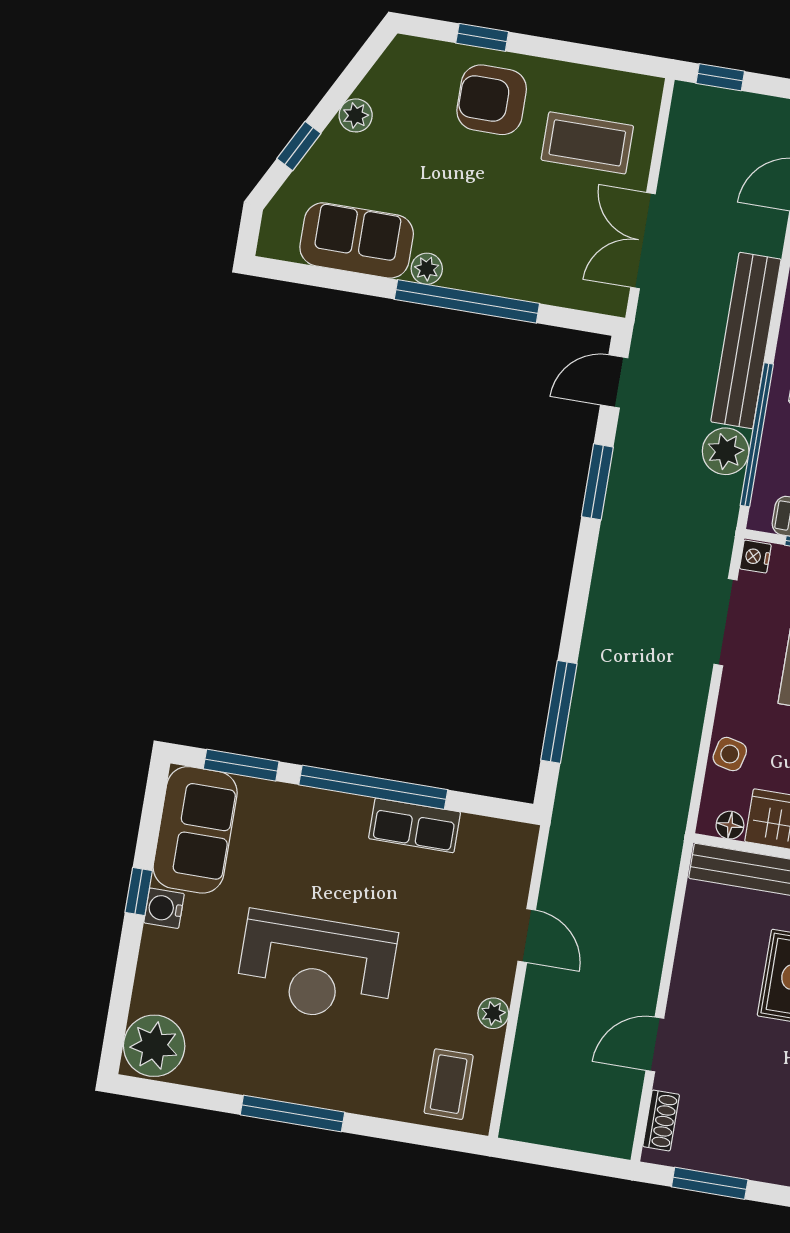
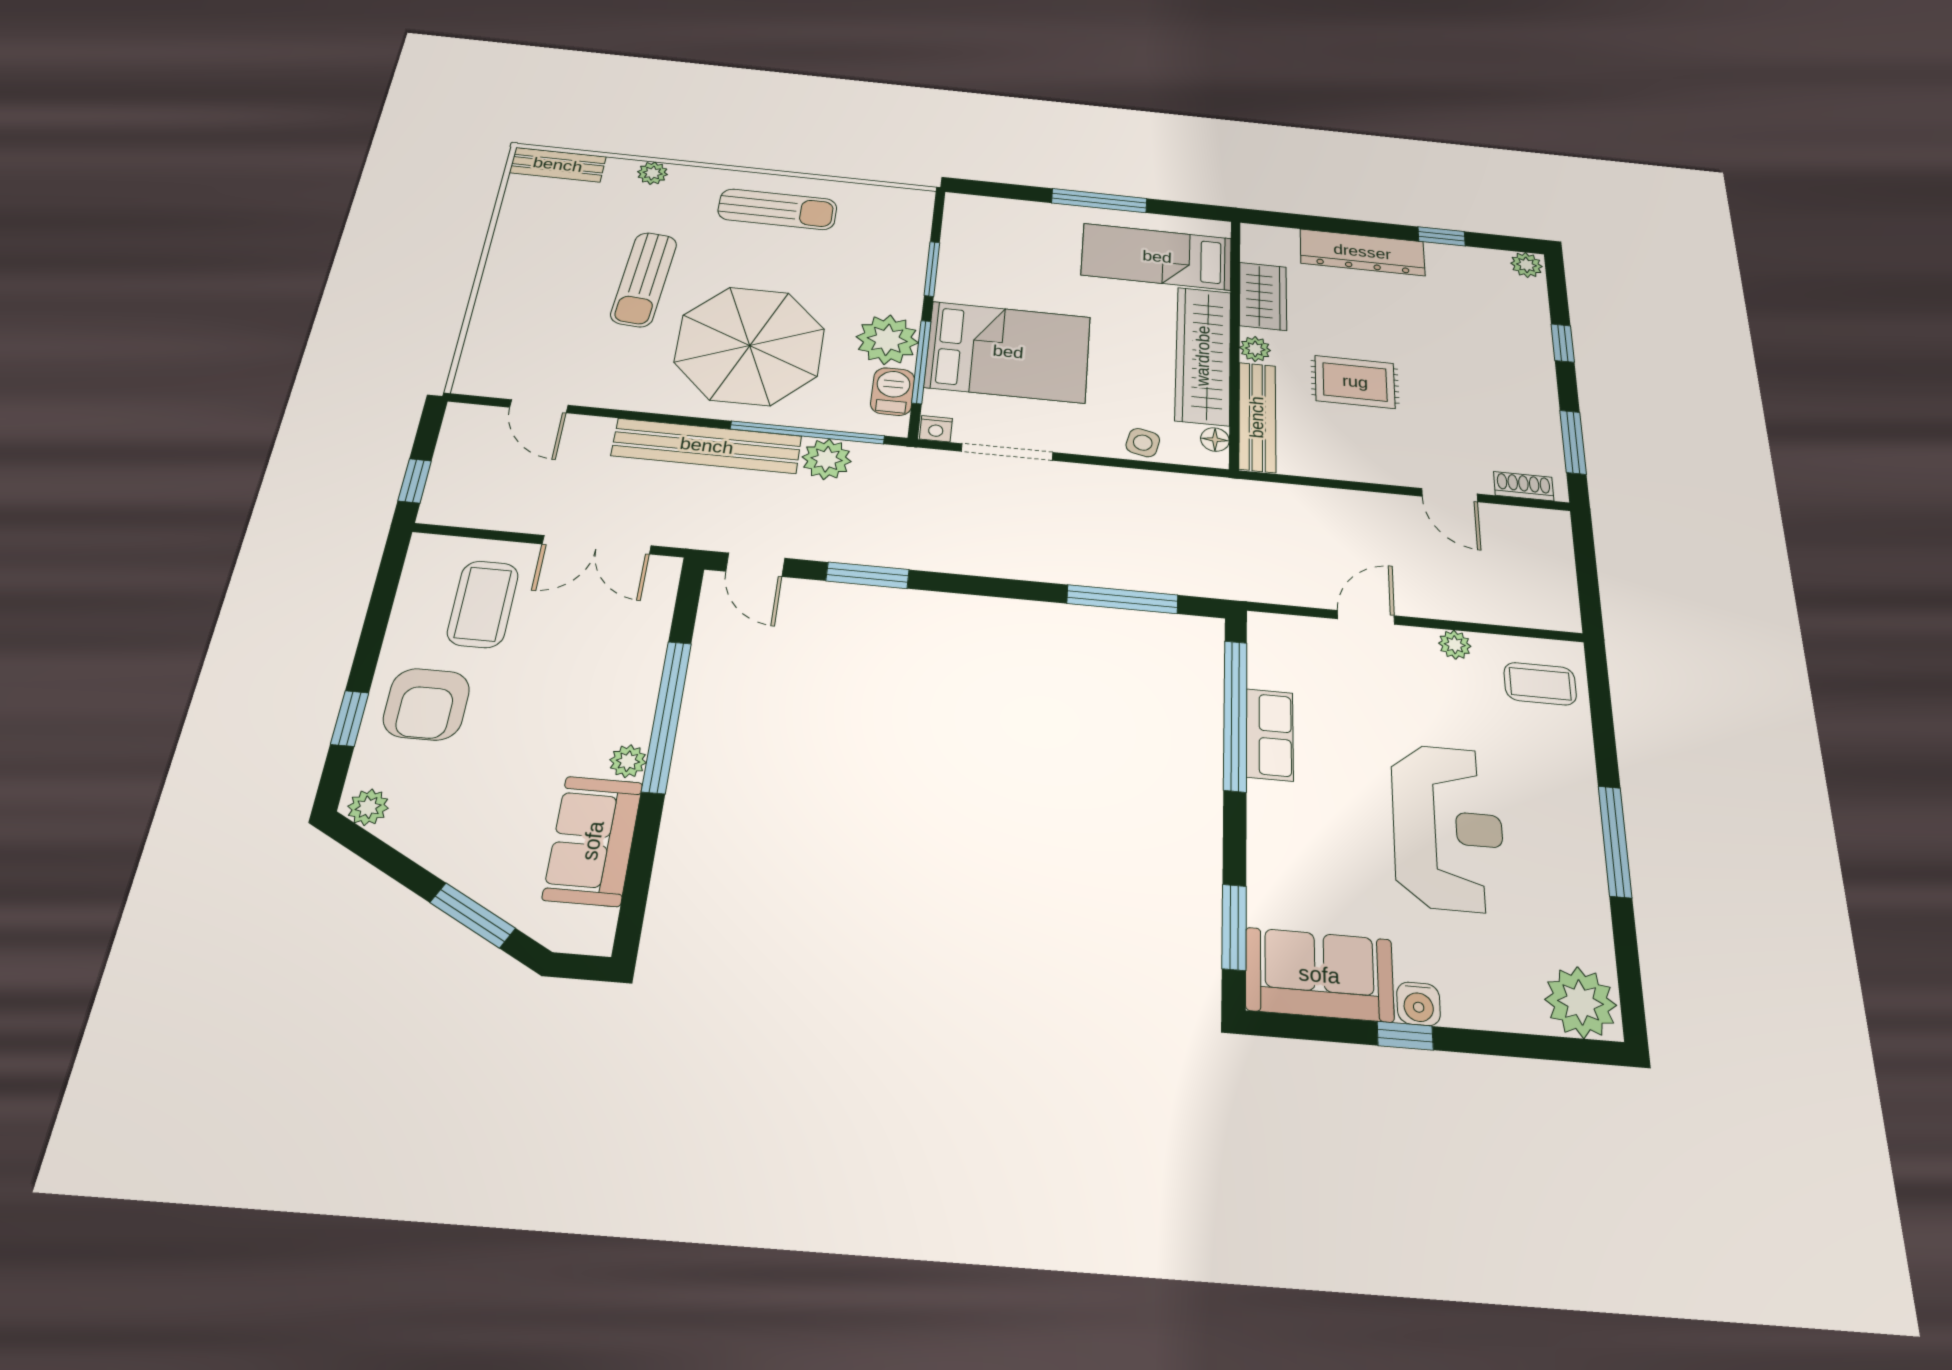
plant: (356, 115) -> (368, 807), moved
window: (299, 146) -> (473, 915), width x1.50
window: (373, 787) -> (1235, 715), moved

